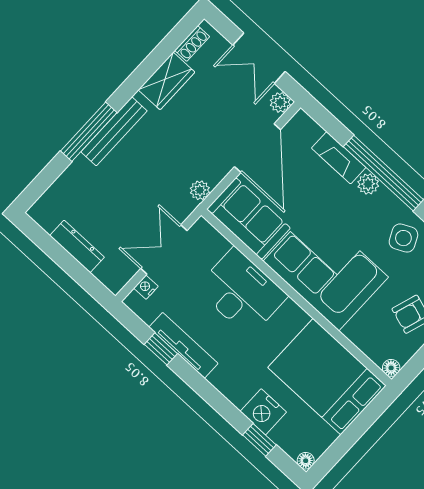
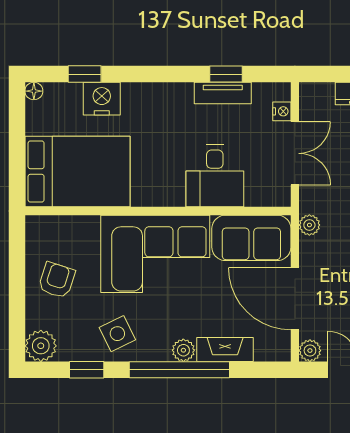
desk: (242, 292) -> (215, 176), width x0.73
tv unit: (183, 345) -> (223, 93), width x0.71
floor lamp: (391, 368) -> (34, 224), removed

